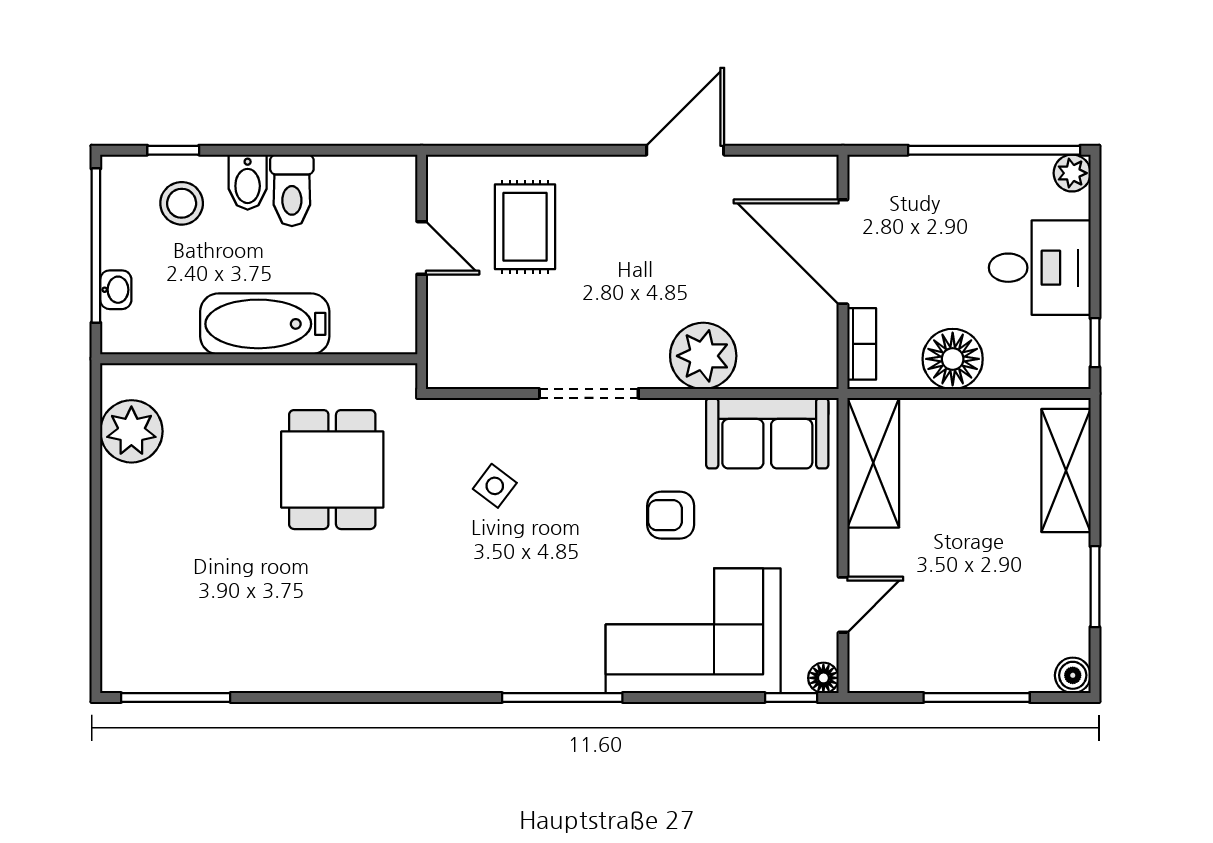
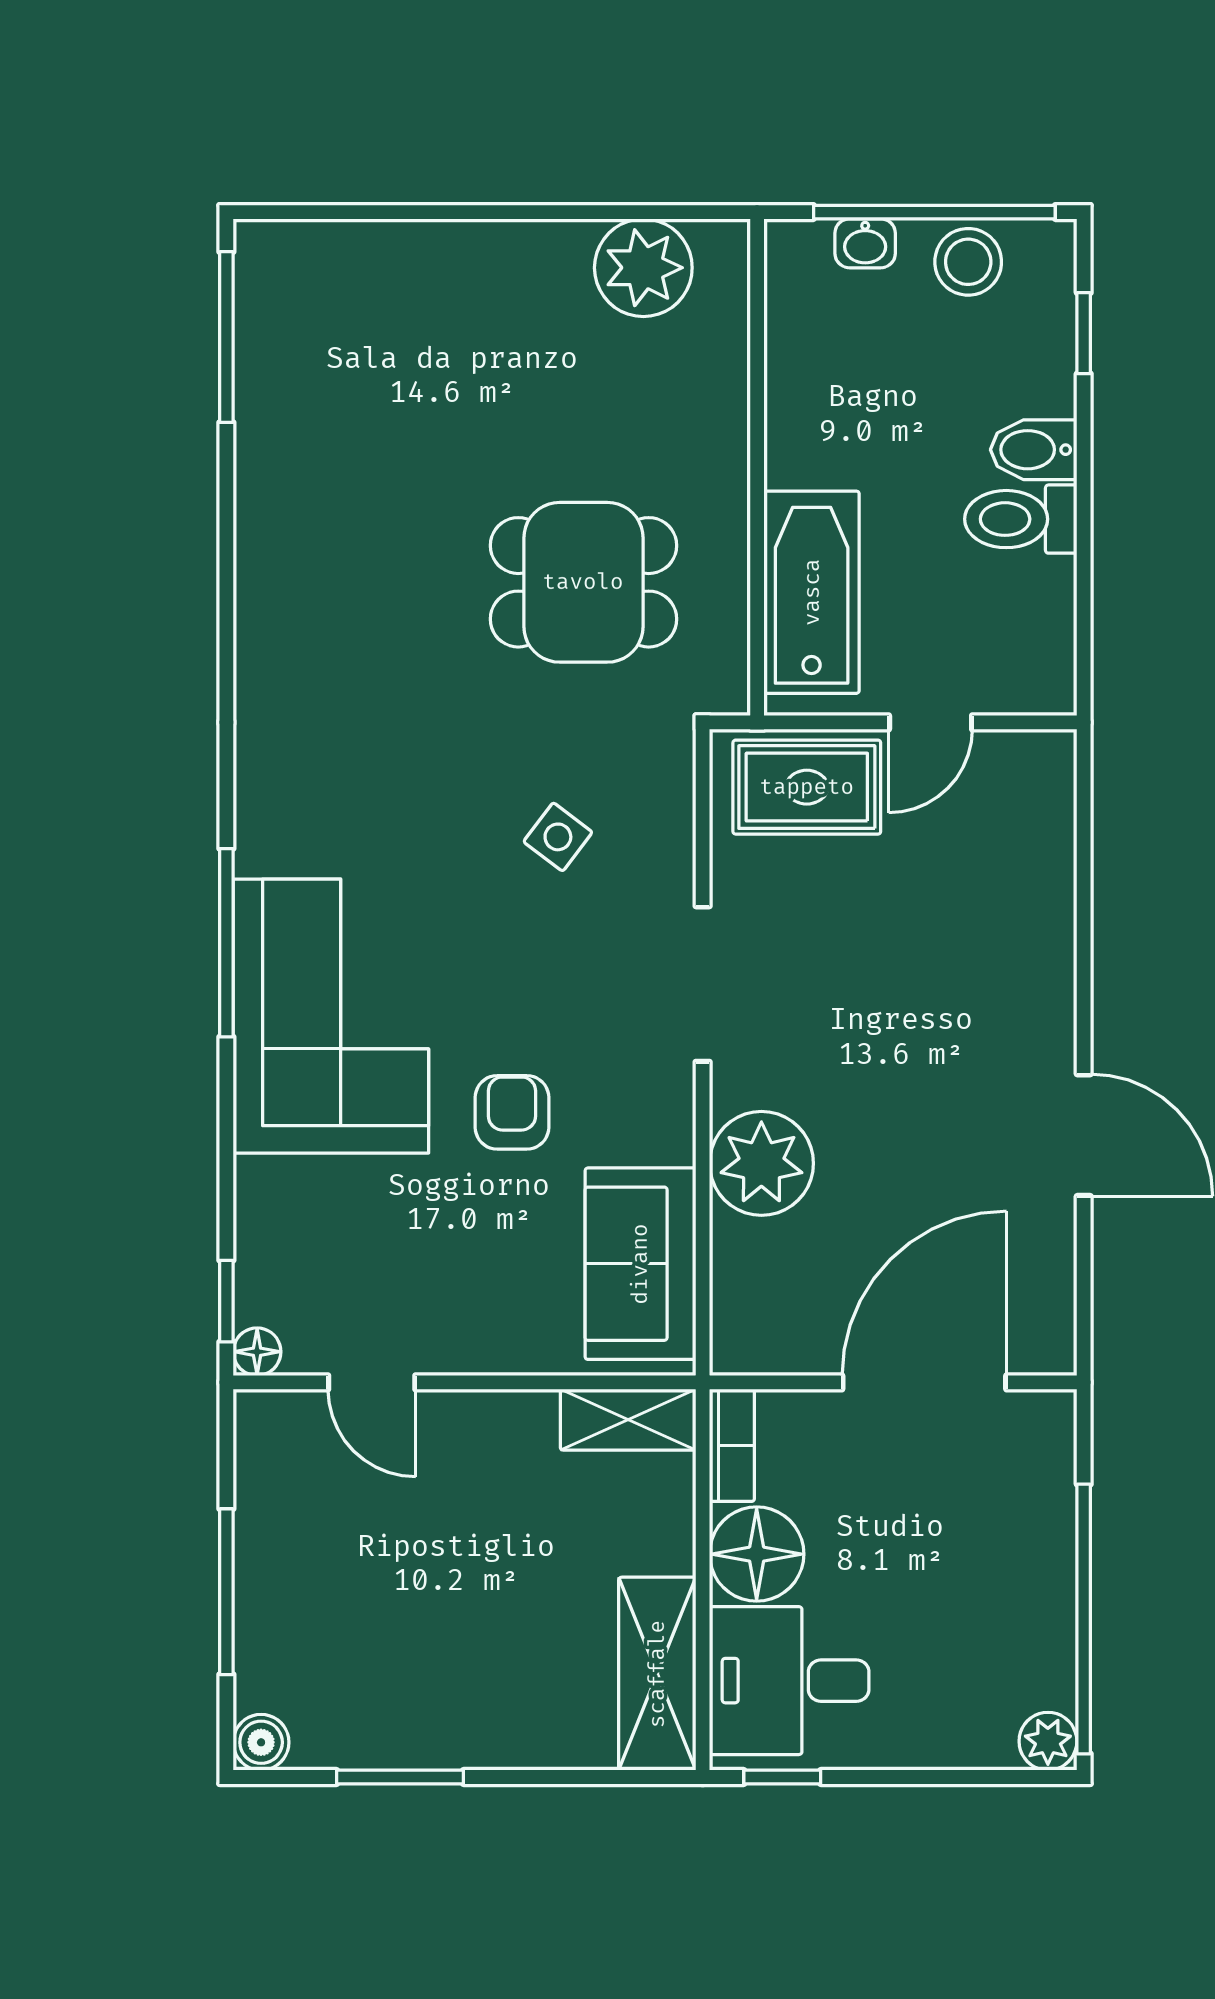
stool: (182, 203) -> (968, 262), moved
rug: (525, 227) -> (807, 787), moved
desk: (1040, 268) -> (789, 1681), moved, turned 90
bathtub: (265, 324) -> (812, 592), moved
bookcase: (862, 344) -> (732, 1445), moved, turned -90
shelving: (873, 463) -> (628, 1420), width x0.67, depth x0.75
shelving: (1066, 470) -> (657, 1674), moved, turned 90
corner sofa: (693, 631) -> (331, 1016), moved

